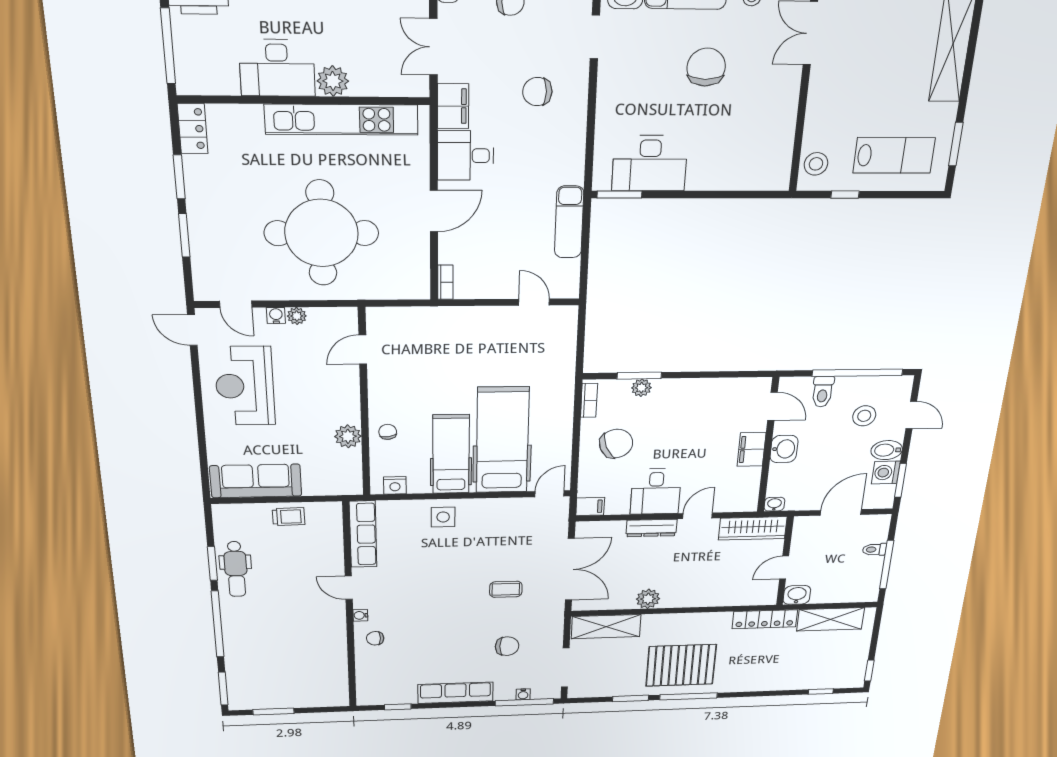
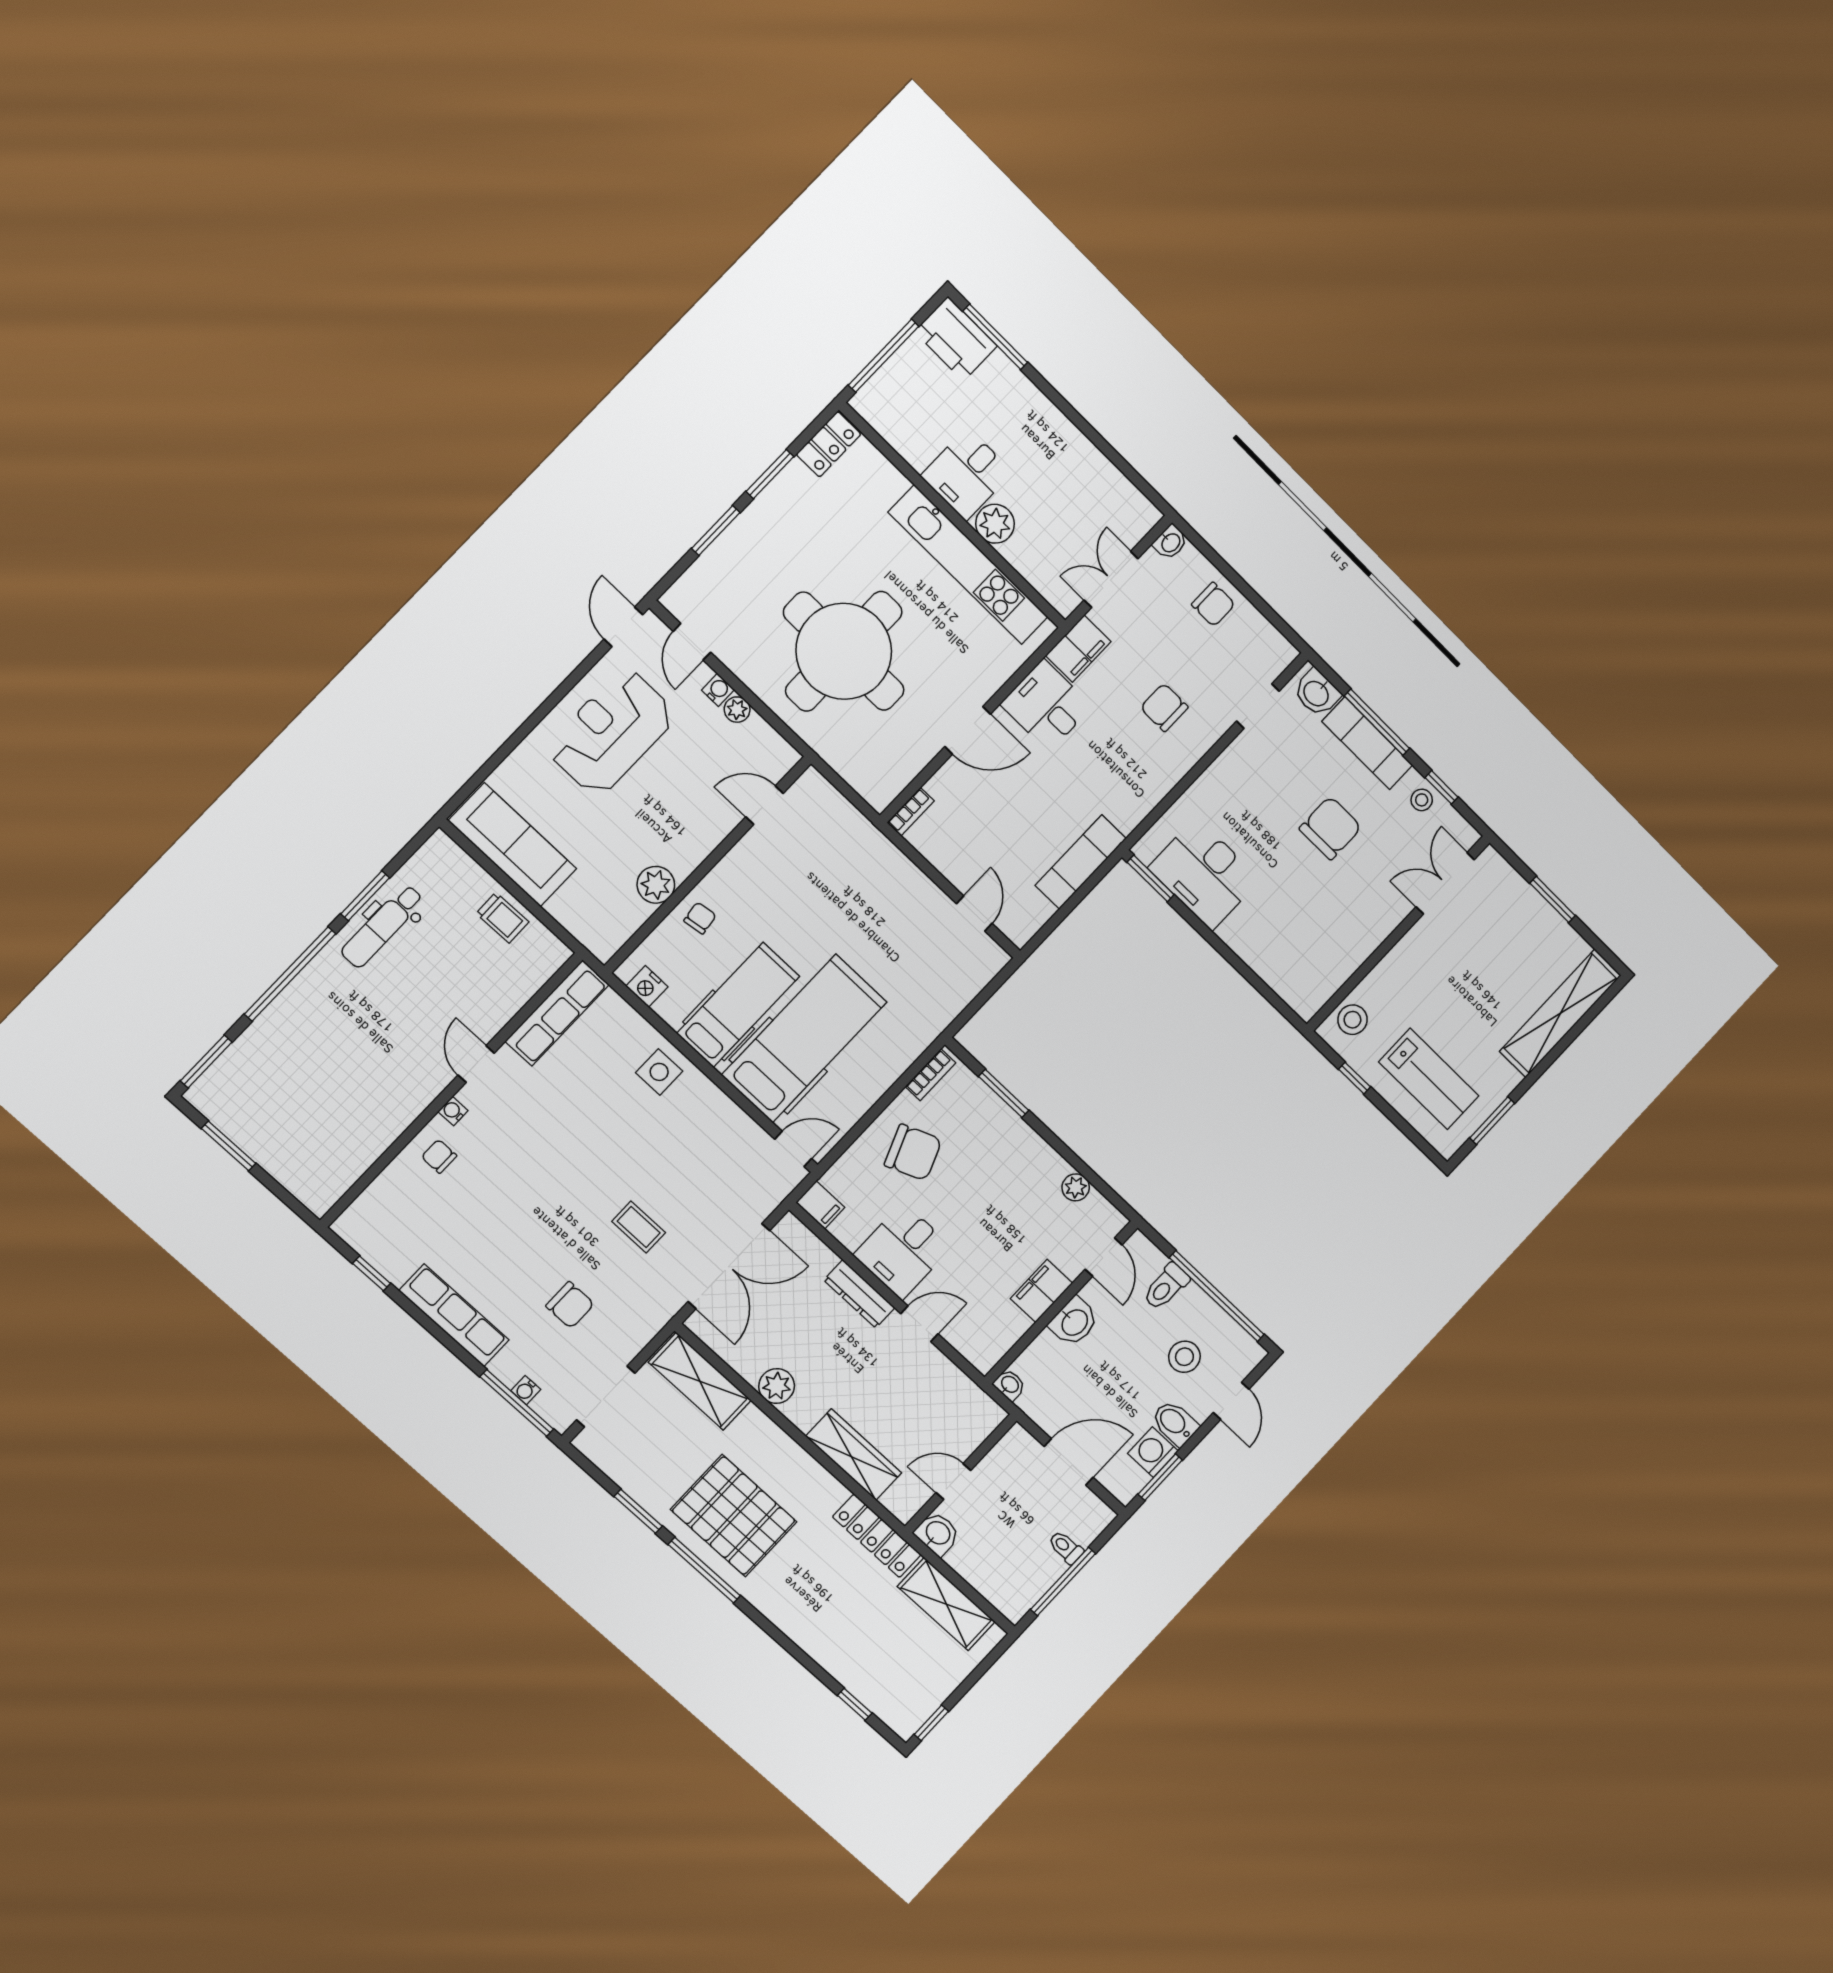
desk: (277, 68) -> (967, 474), width x0.73
plant: (641, 388) -> (1076, 1187), moved
wardrobe: (753, 528) -> (854, 1455), moved, turned 180

